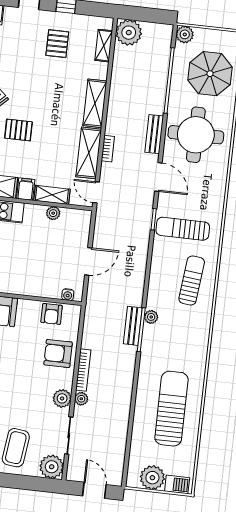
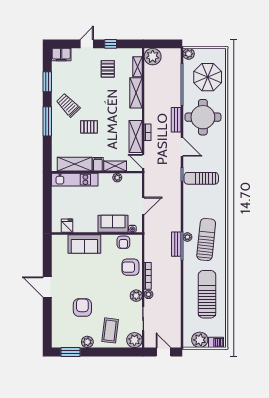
shelving: (95, 103) -> (136, 93), moved
sun lounger: (192, 281) -> (206, 239), moved, width x1.36, depth x1.34
sofa: (39, 284) -> (113, 224), added

